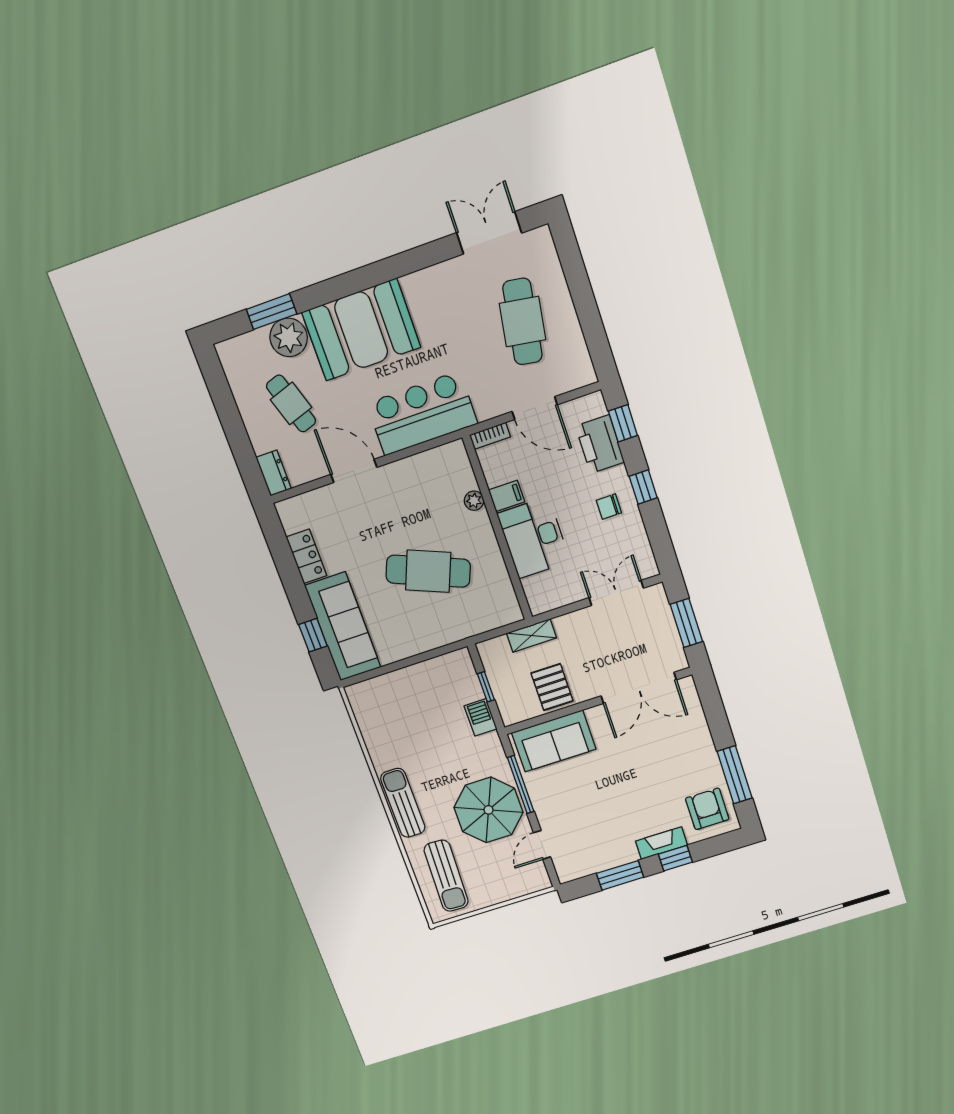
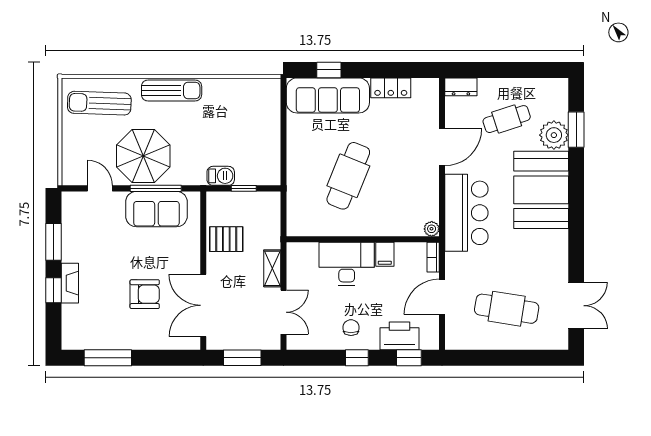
plant: (474, 501) -> (432, 229), moved
shelving: (531, 636) -> (272, 268), moved
sofa: (554, 741) -> (156, 209), moved, turned -90
armchair: (707, 809) -> (145, 294), moved

